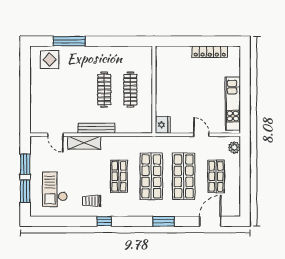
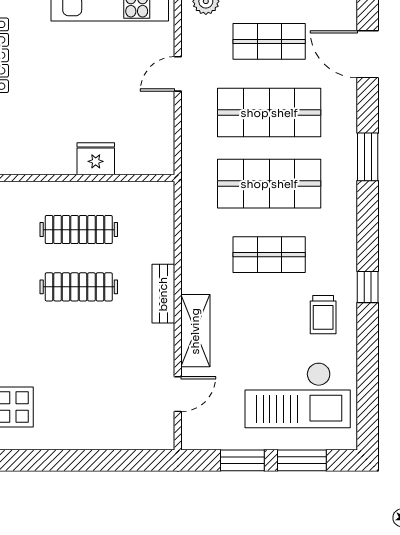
fridge: (163, 125) -> (96, 159), moved
bench: (96, 128) -> (163, 294), width x0.73
checkout: (55, 189) -> (298, 395), width x1.36, depth x1.21

